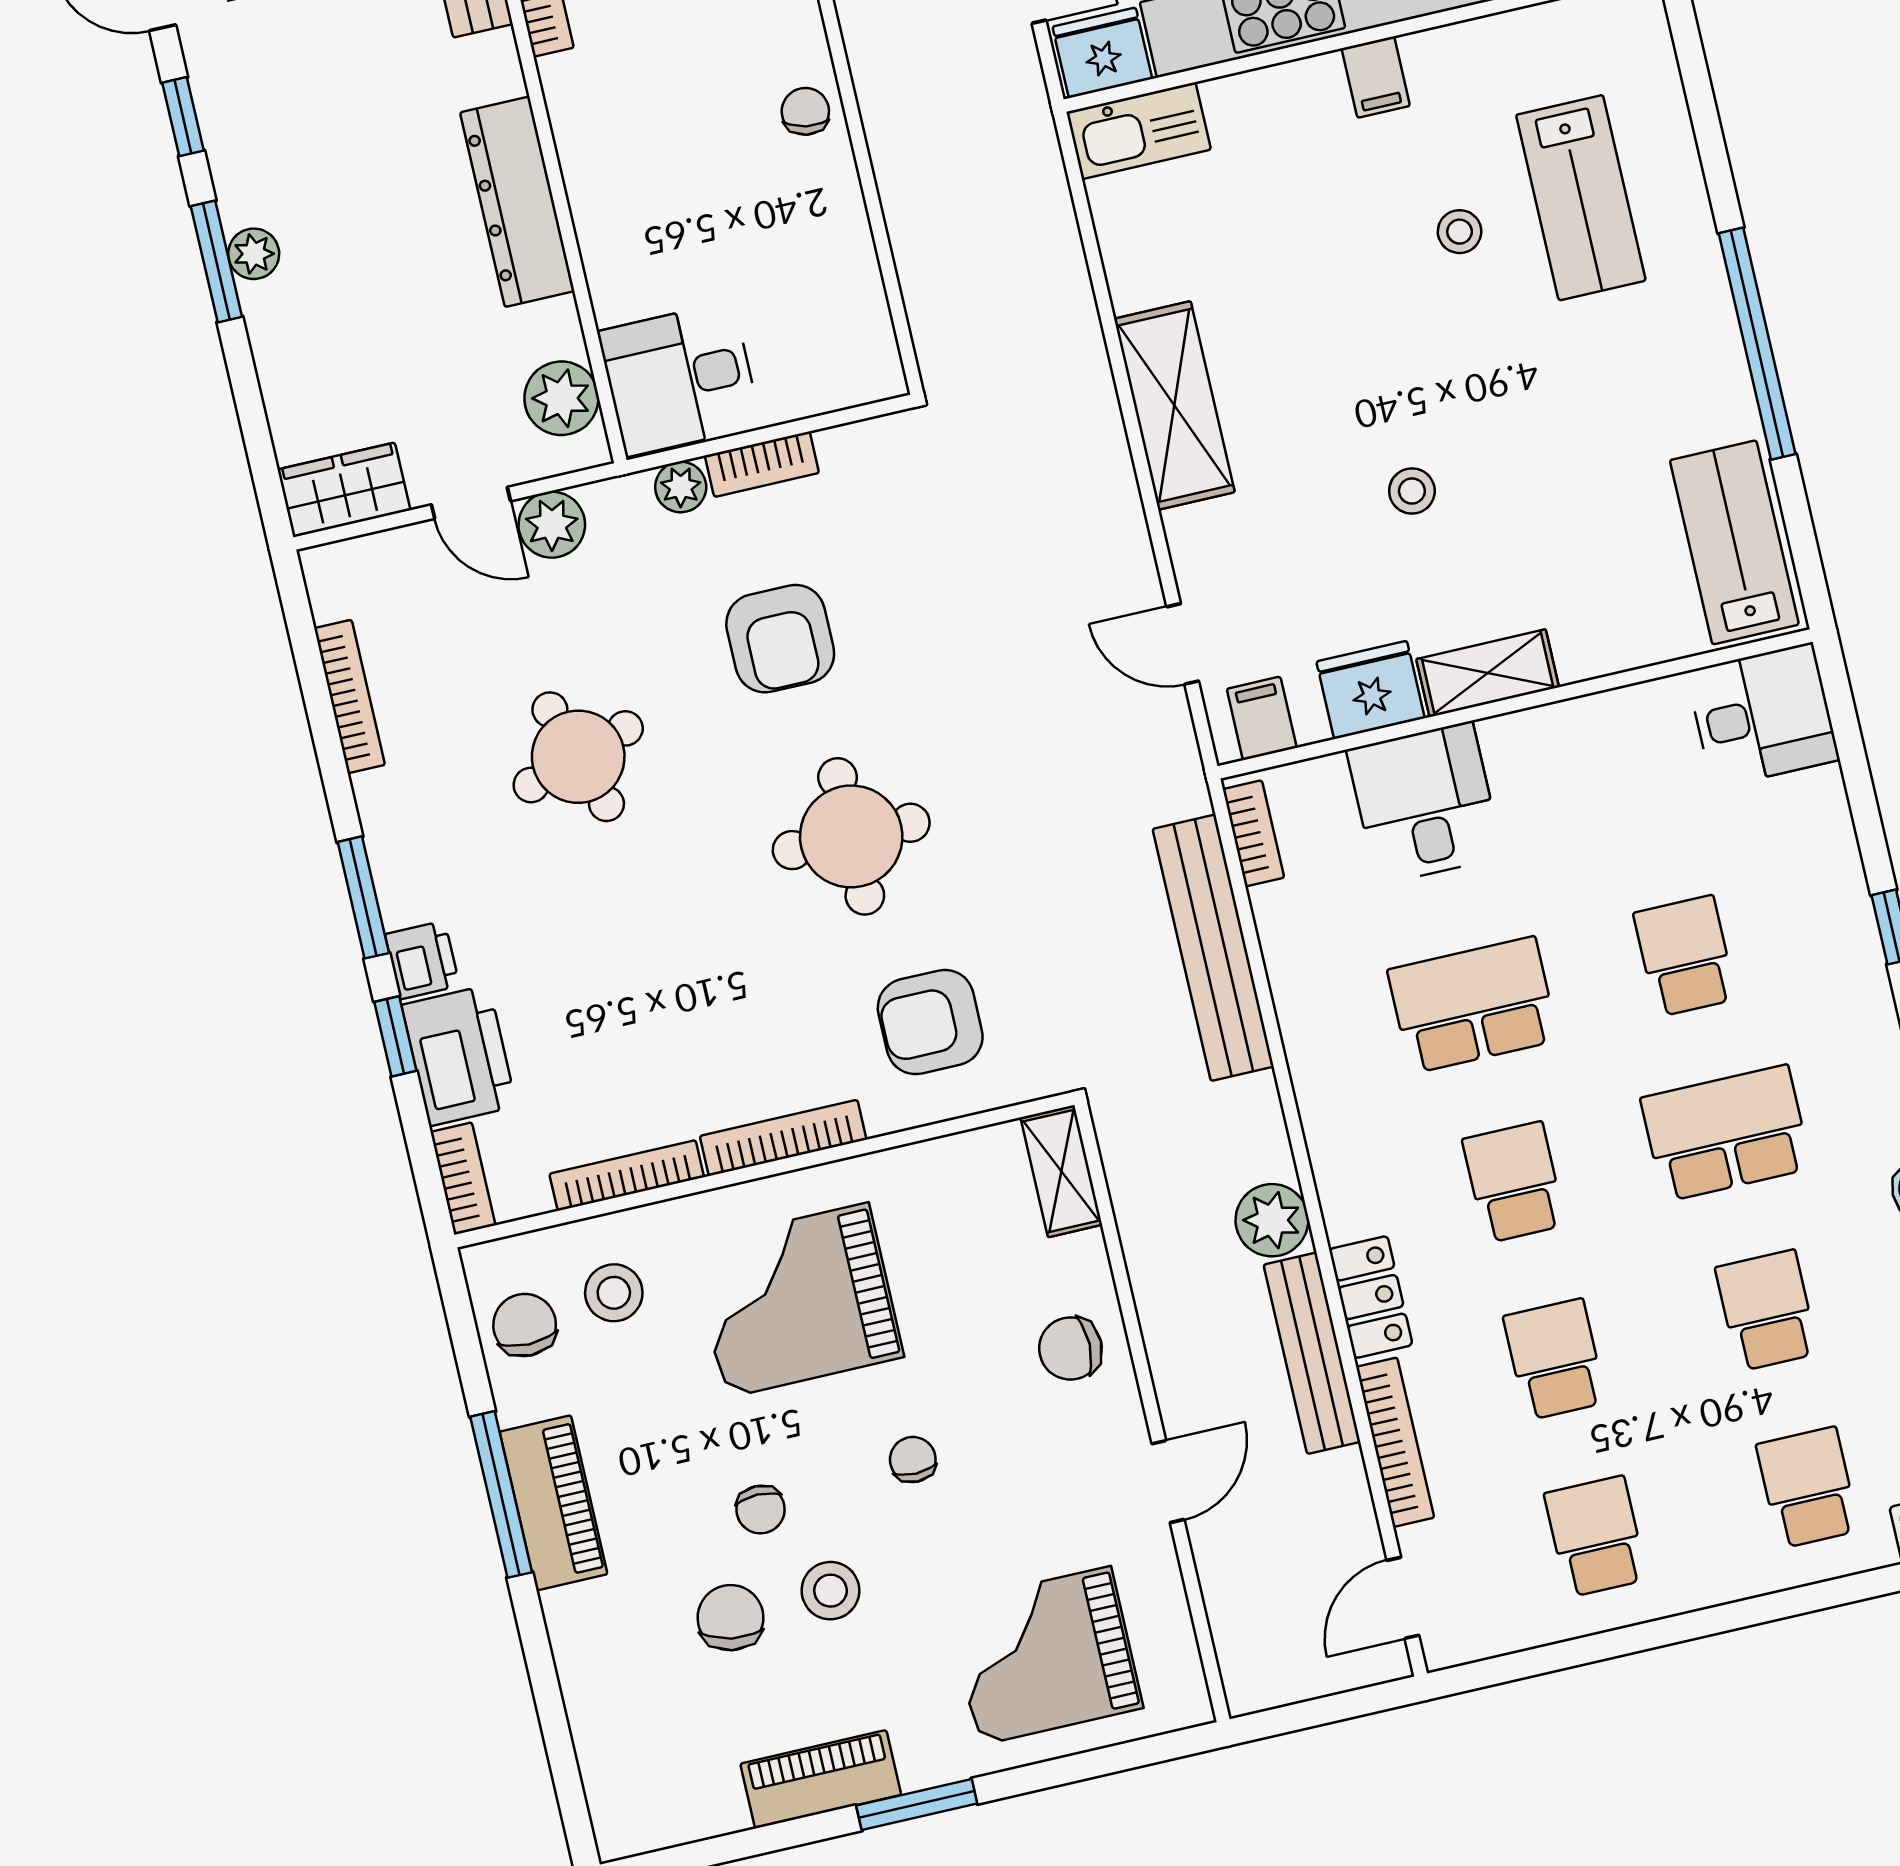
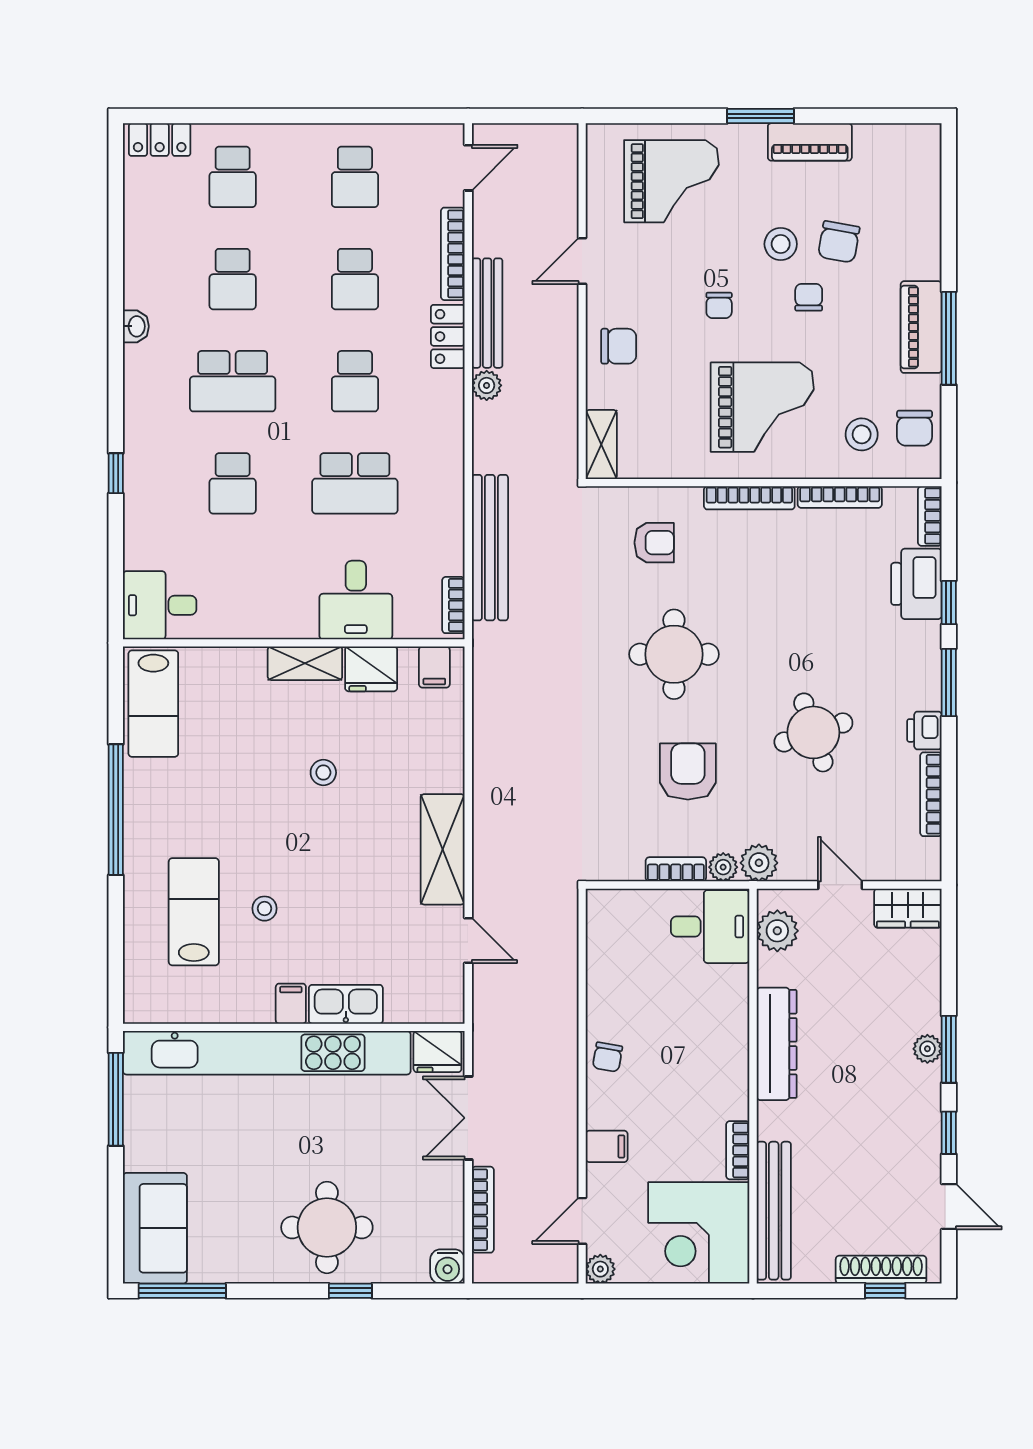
kitchen sink: (1139, 131) -> (346, 1004), moved
plant: (552, 525) -> (759, 863), moved
door: (1183, 644) -> (468, 940), moved
printer: (422, 960) -> (924, 730), moved
armchair: (930, 1022) -> (654, 543), width x0.72, depth x0.72
plant: (1272, 1220) -> (487, 385), width x0.73, depth x0.73

